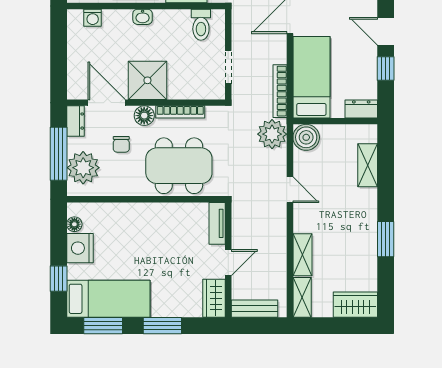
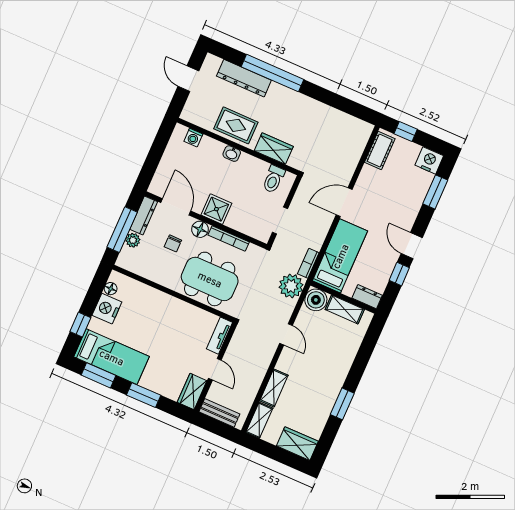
shower: (147, 80) -> (216, 209), width x0.73, depth x0.73
bookcase: (280, 91) -> (308, 263), width x0.64
dresser: (75, 121) -> (144, 216), width x1.44
shelving: (368, 165) -> (345, 309), moved, turned 90
plant: (83, 168) -> (133, 240), width x0.53, depth x0.53
door: (228, 263) -> (215, 369), hinge flipped

